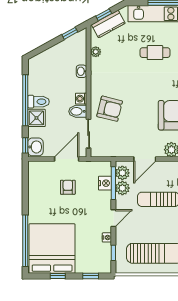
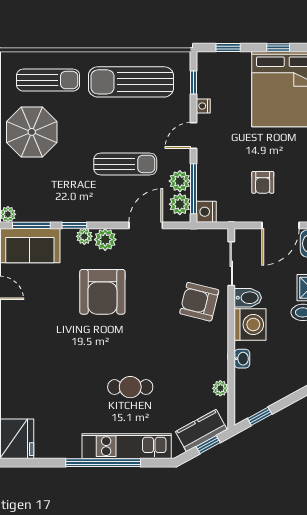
washing machine: (81, 99) -> (250, 325), width x1.89, depth x1.89
door: (67, 159) -> (280, 225), moved
nightstand: (105, 183) -> (206, 212), moved

